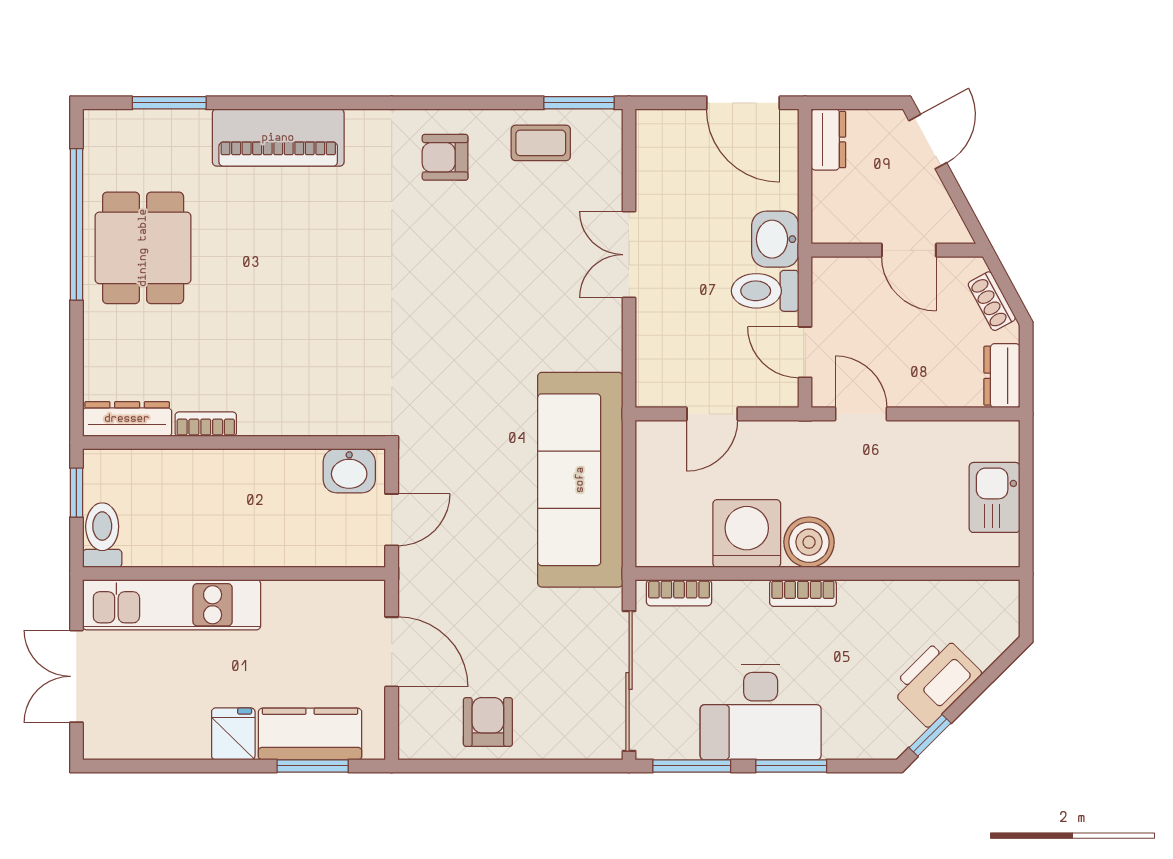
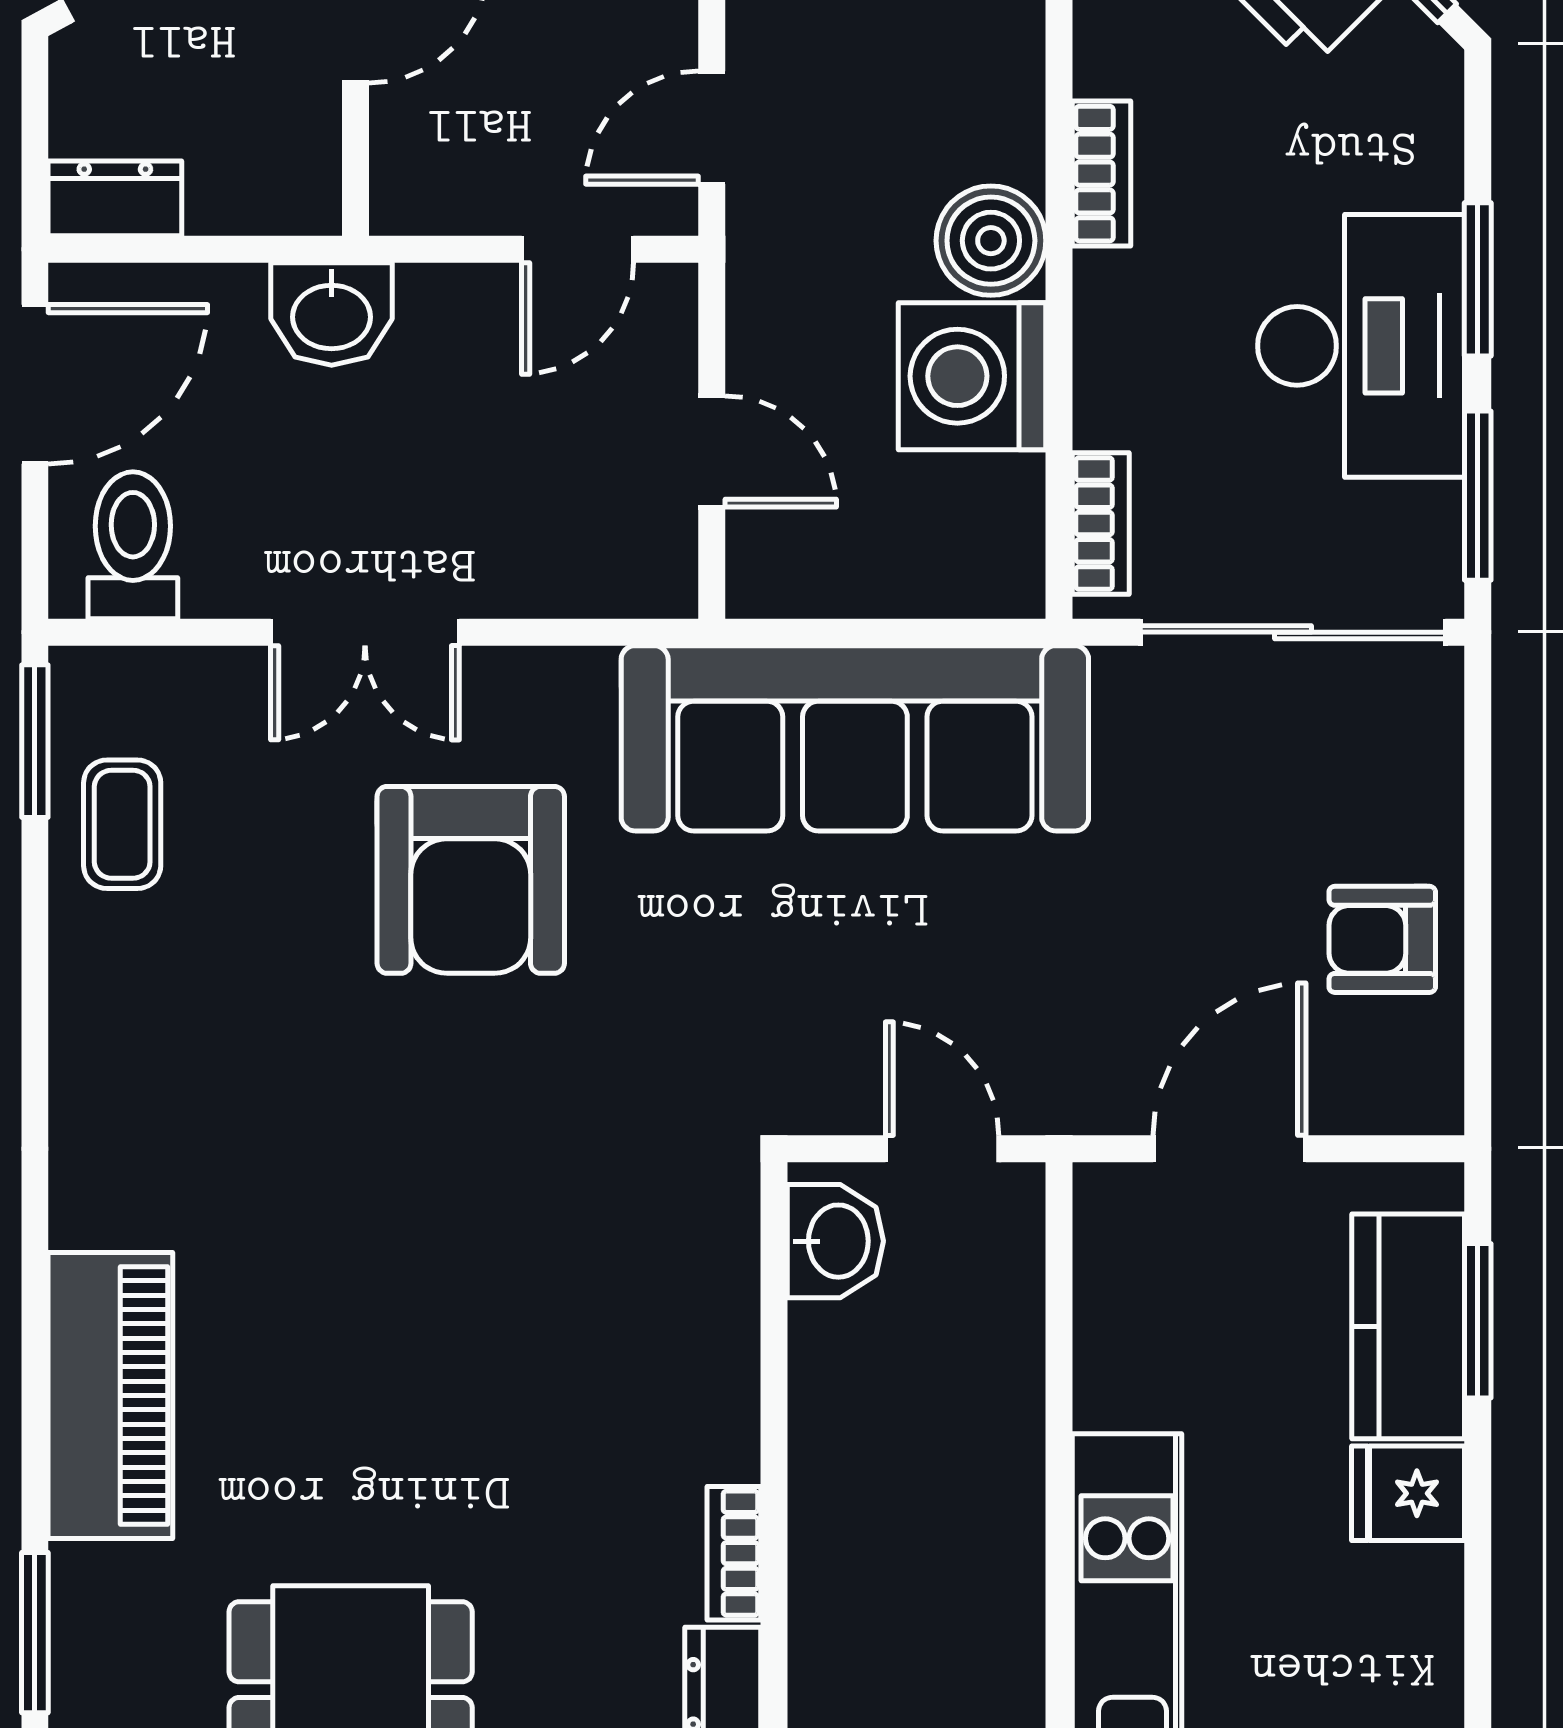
armchair: (445, 157) -> (471, 880), moved, width x1.88, depth x1.88
toilet: (765, 291) -> (133, 545), moved, turned 180
bookcase: (803, 593) -> (1101, 174), moved

